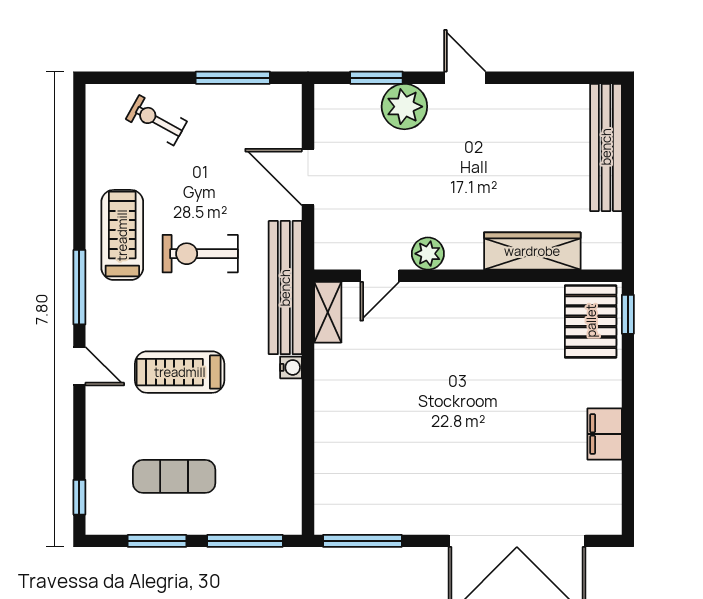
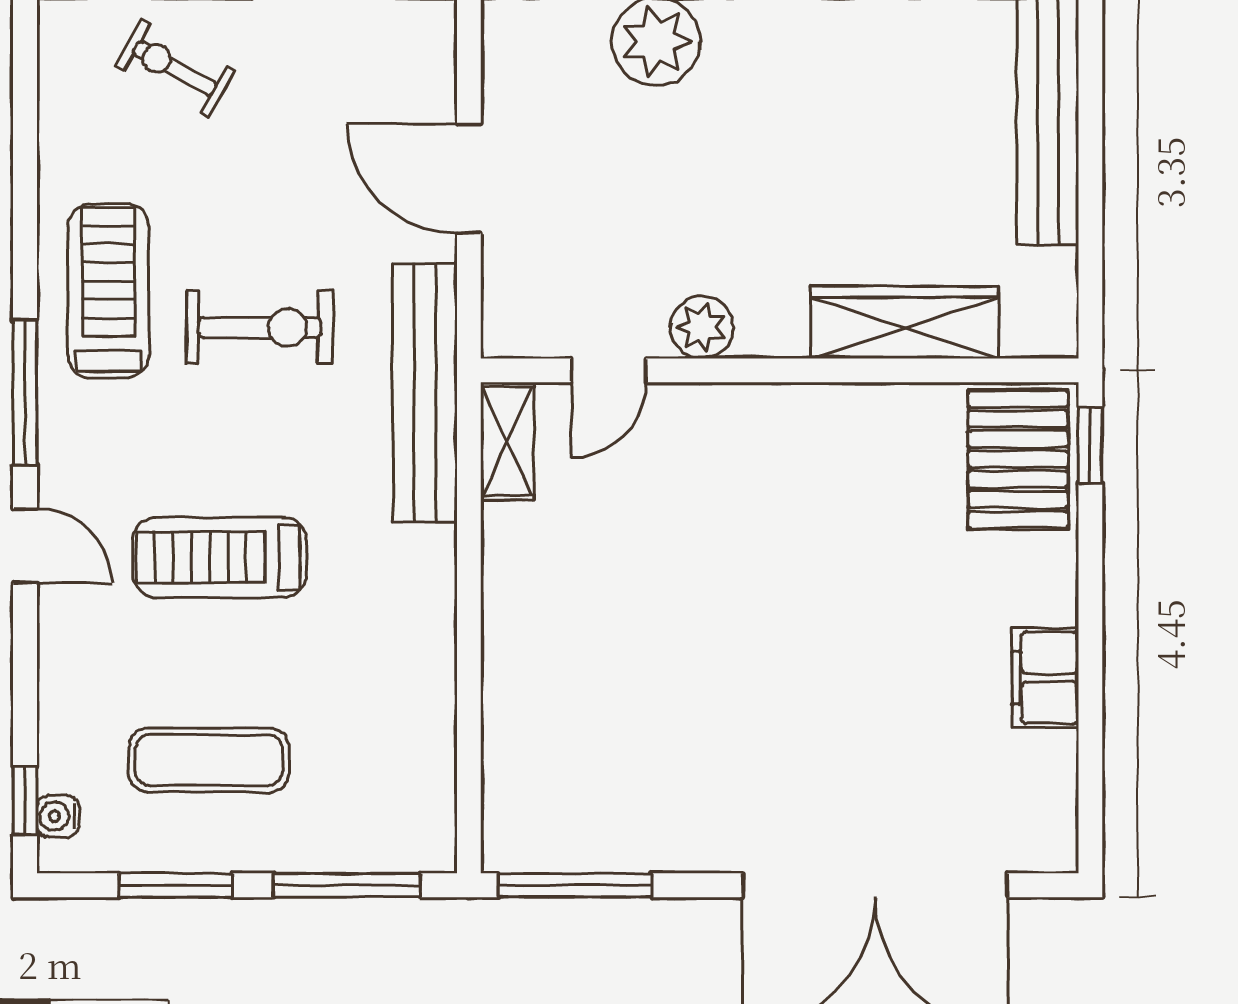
exercise bike: (200, 254) -> (260, 327), turned 180
water cooler: (291, 367) -> (58, 816), moved, turned 180

